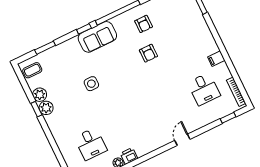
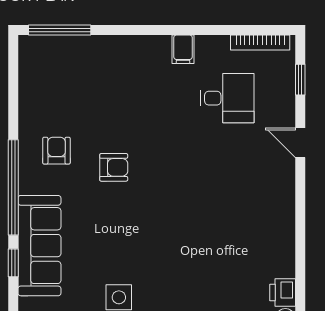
armchair: (144, 24) -> (56, 151), turned -90
sofa: (97, 37) -> (39, 246), width x1.36
door: (182, 140) -> (300, 143), moved

